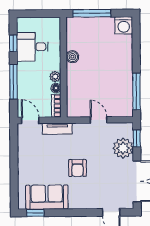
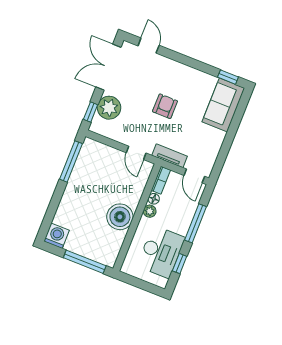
desk: (32, 47) -> (161, 252), width x1.37
boiler: (72, 57) -> (120, 217), width x1.86, depth x1.86
door: (99, 120) -> (136, 153), moved
sofa: (47, 197) -> (223, 105), moved, turned 90

